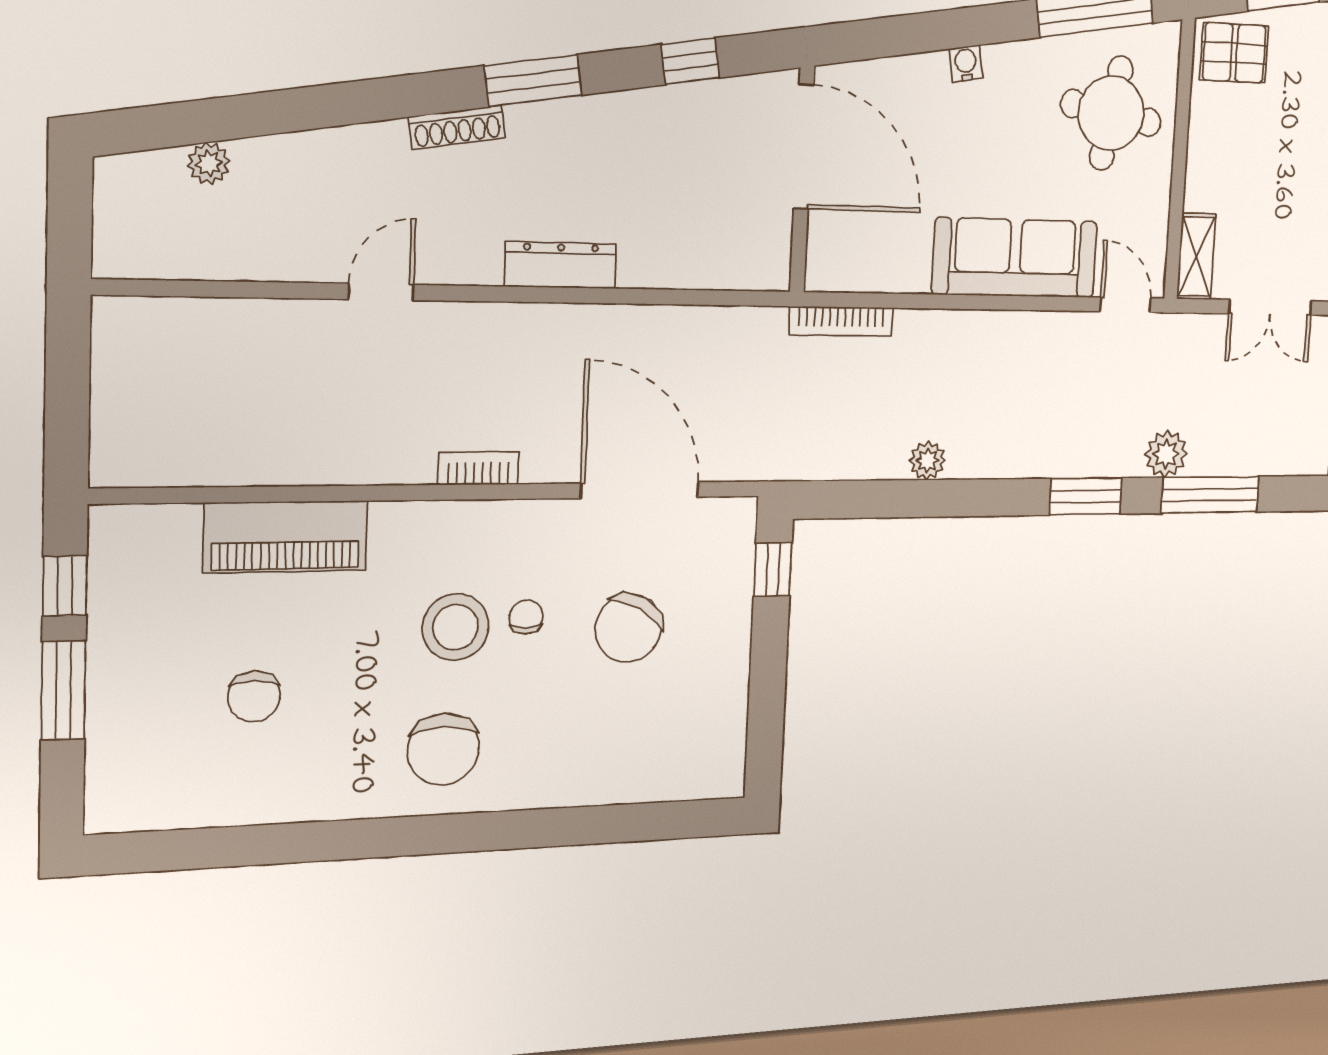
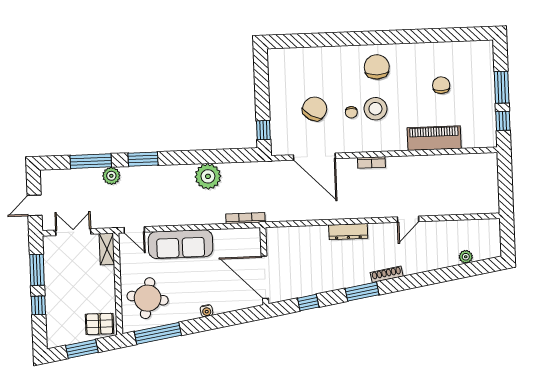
plant: (927, 461) -> (208, 176), width x1.88, depth x1.88

